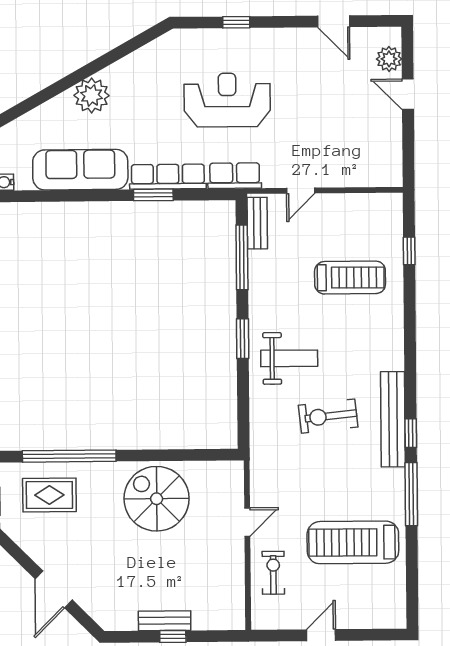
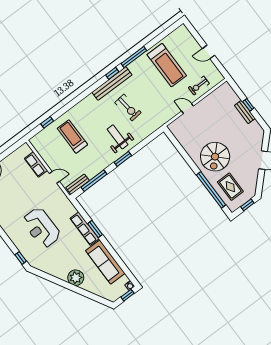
window: (236, 22) -> (21, 258), moved
row of seats: (235, 176) -> (36, 164), moved
spiral stairs: (157, 499) -> (215, 157), moved

